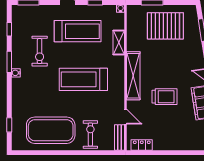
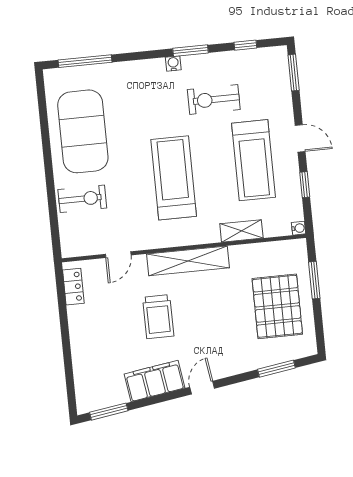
window: (9, 125) -> (85, 61), width x2.17
bench: (119, 137) -> (82, 248), removed

